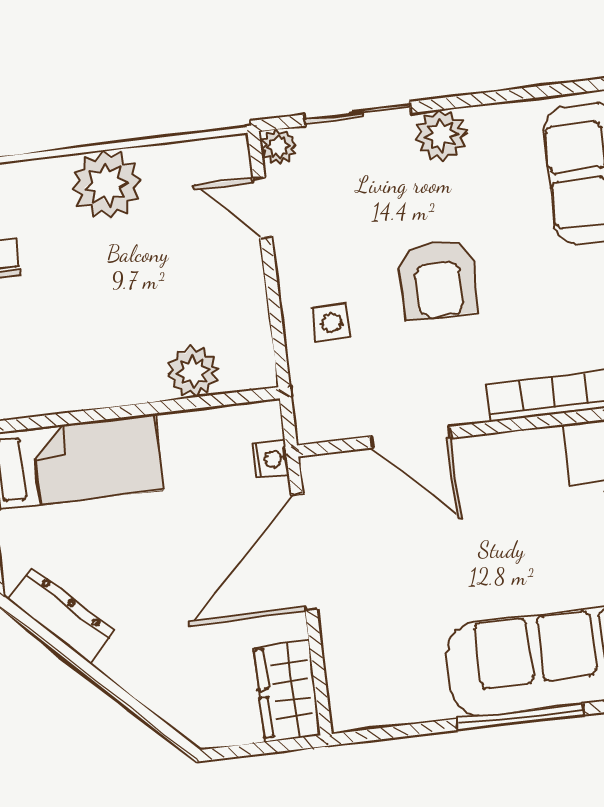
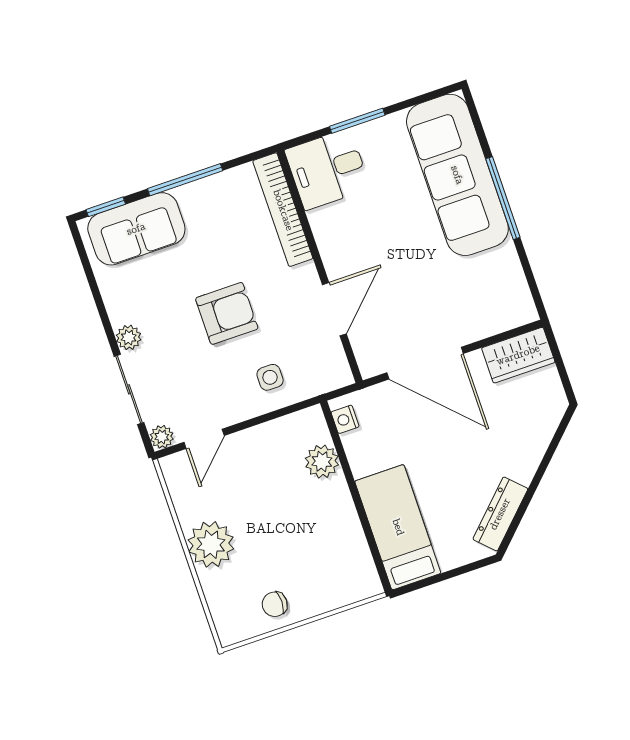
plant: (441, 135) -> (129, 337), width x0.73, depth x0.73
nightstand: (271, 459) -> (345, 419), moved, turned -90

